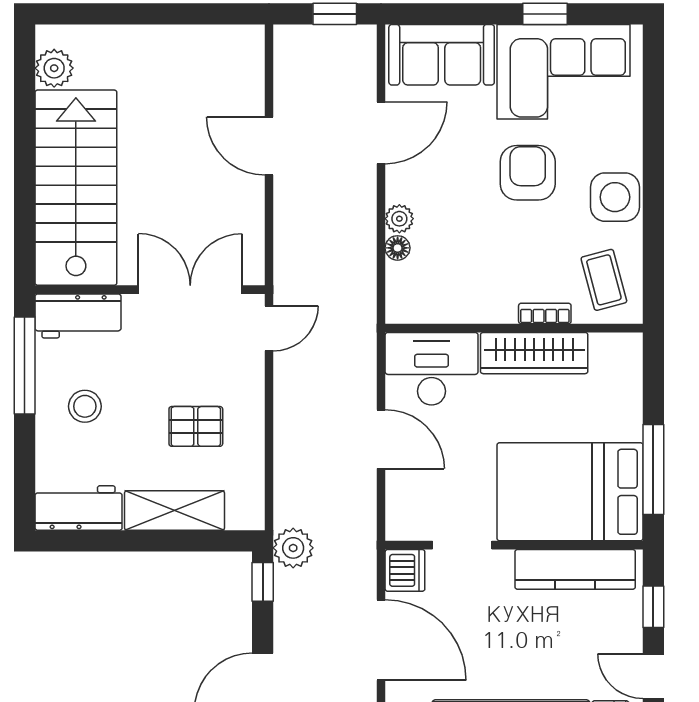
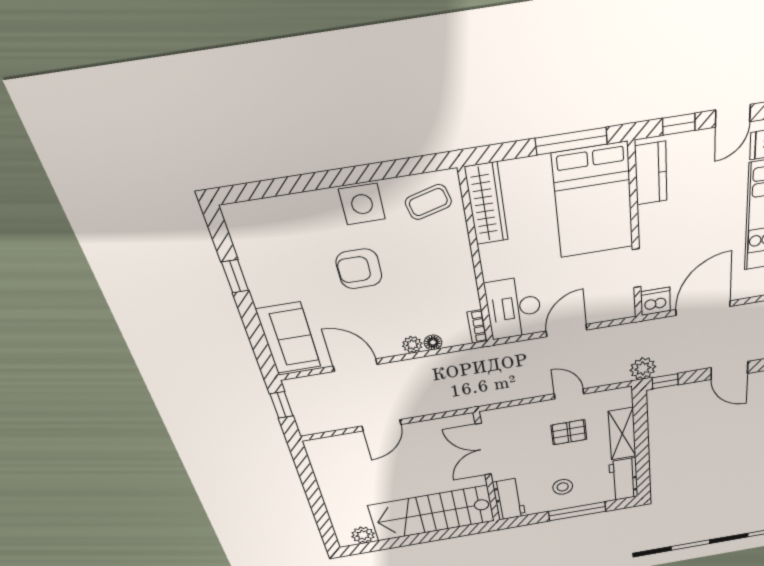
corner sofa: (563, 72) -> (275, 257), removed
bookcase: (545, 313) -> (477, 327), moved
door: (269, 328) -> (569, 394), moved
wardrobe: (534, 353) -> (487, 204), moved
window: (25, 366) -> (577, 511), moved
pallet: (196, 426) -> (569, 432), turned 90
kitchen counter: (575, 569) -> (651, 173), width x0.67

